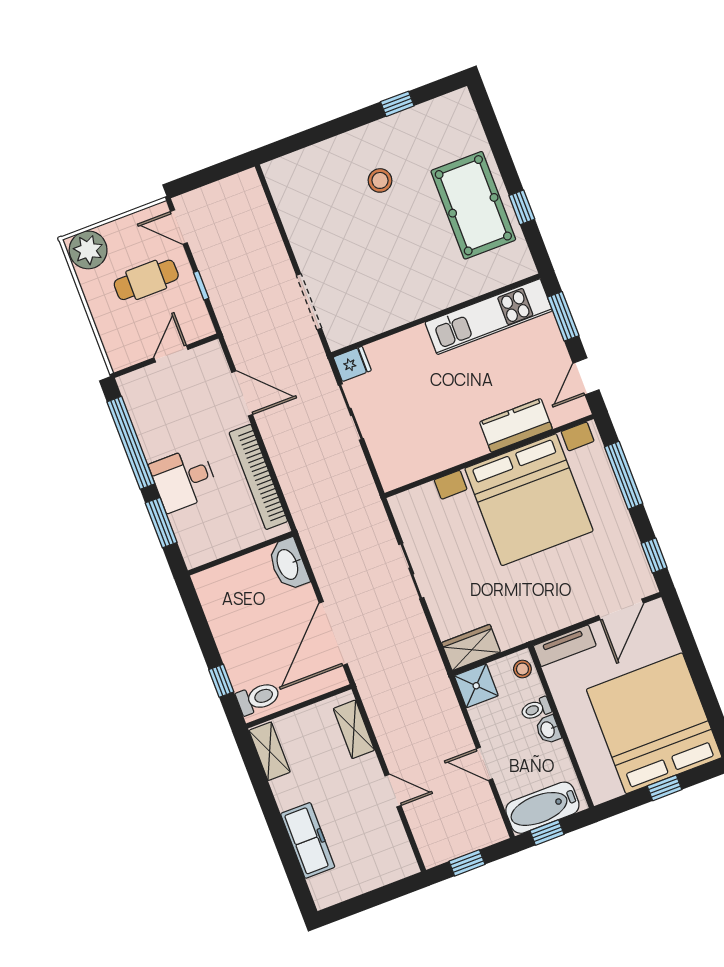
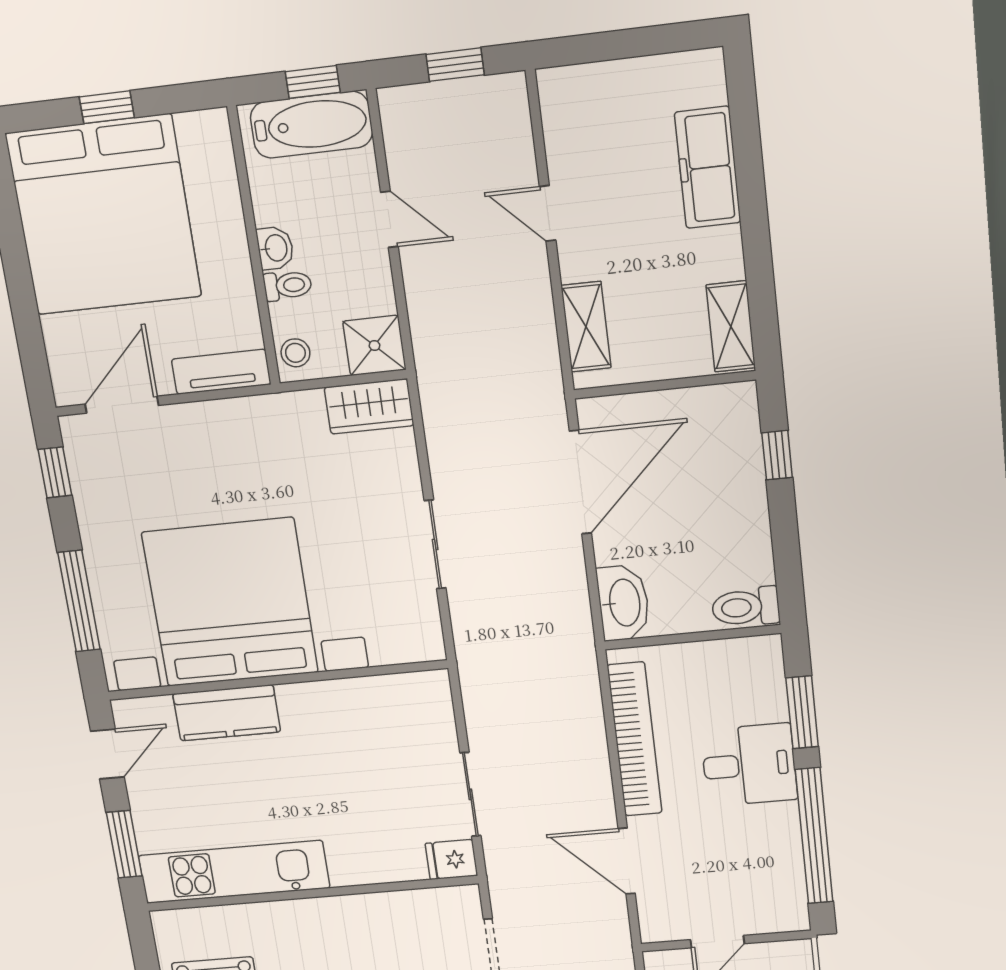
toilet: (258, 698) -> (746, 607), moved

